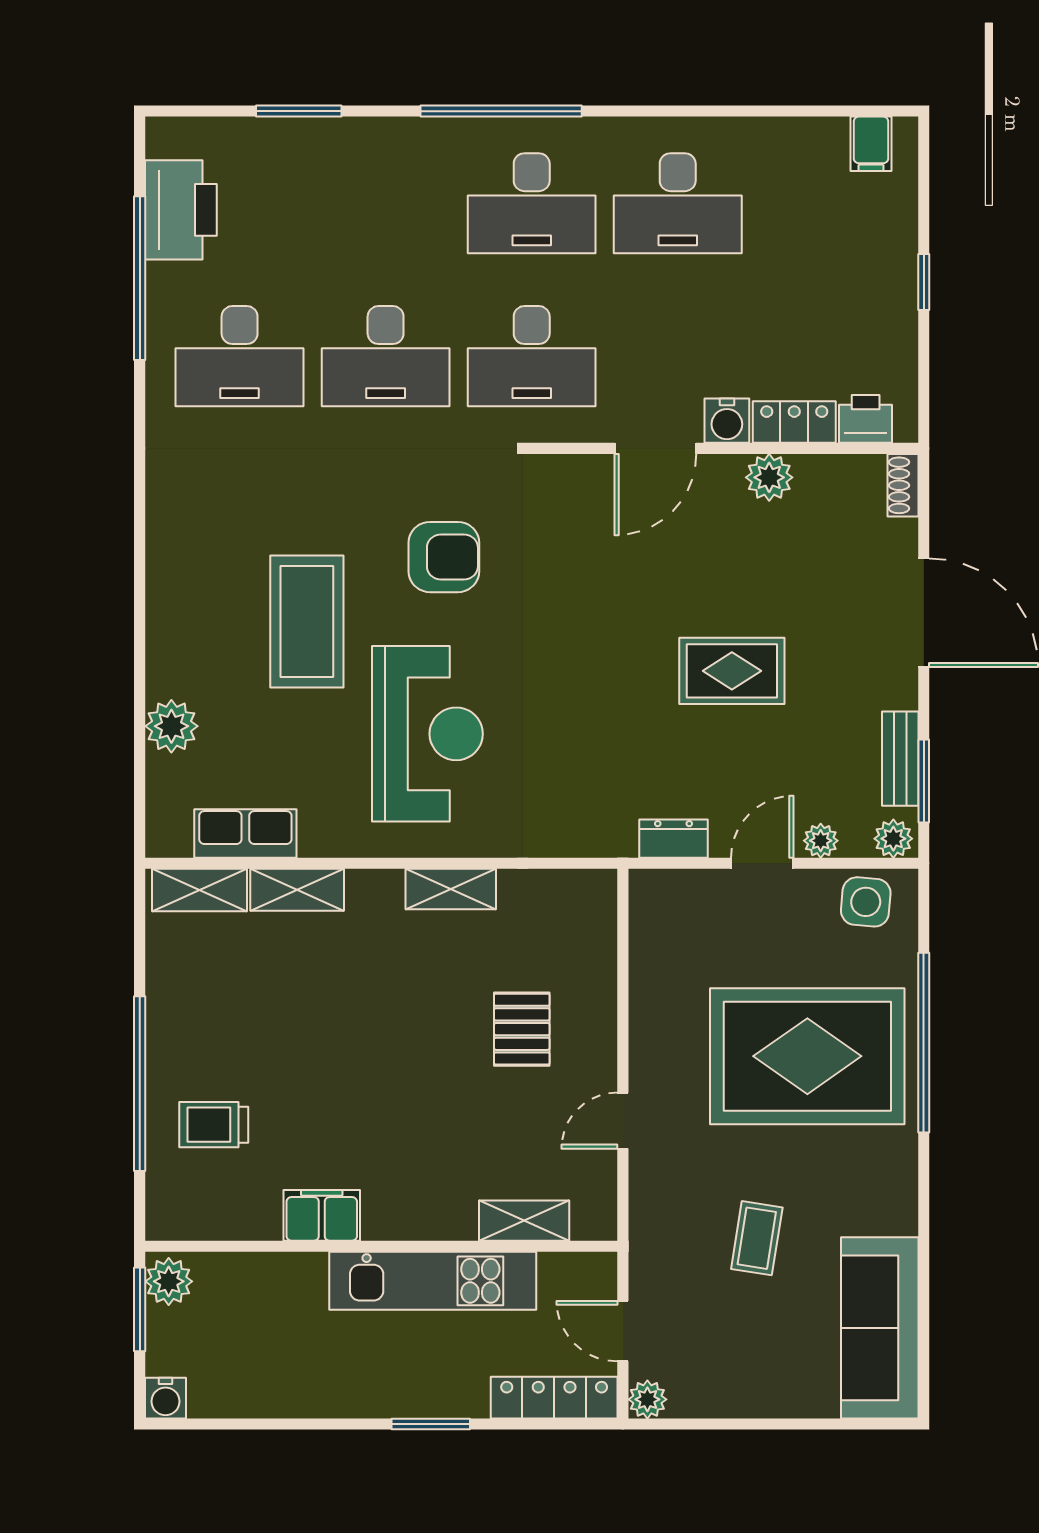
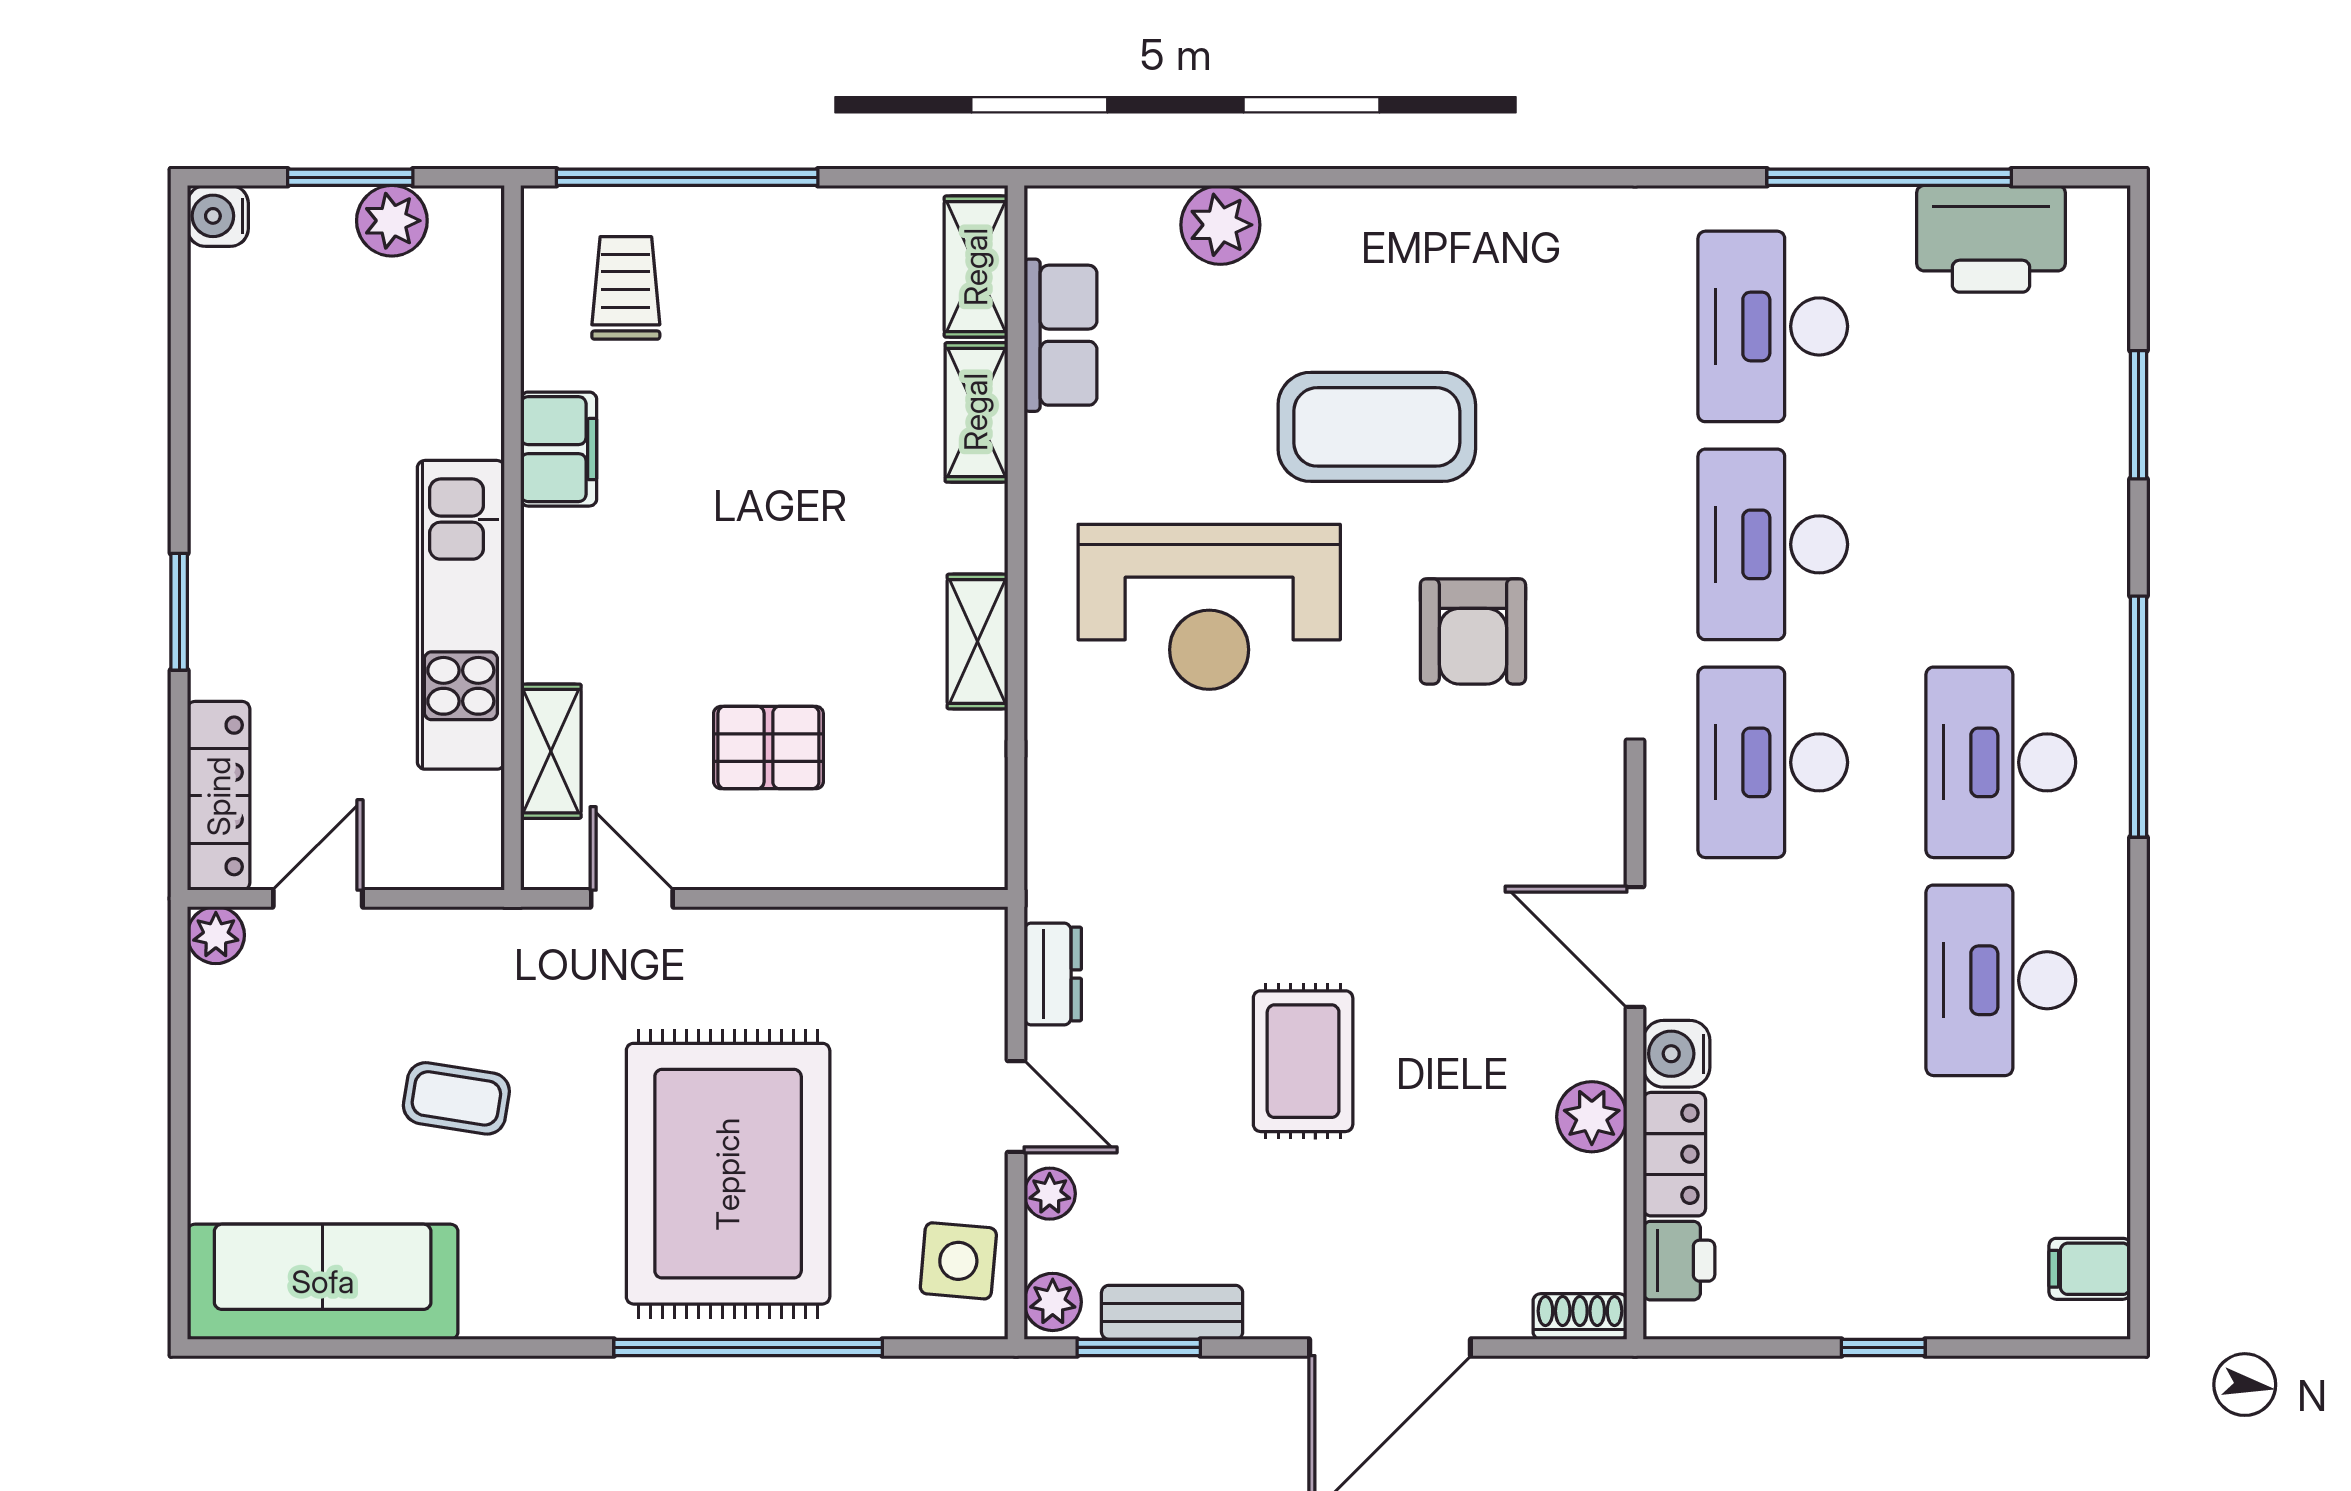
filing cabinet: (322, 1215) -> (559, 449), moved
shelving: (524, 1221) -> (551, 751), moved
wall: (381, 1246) -> (513, 538), moved
kitchen unit: (433, 1281) -> (461, 615), moved

